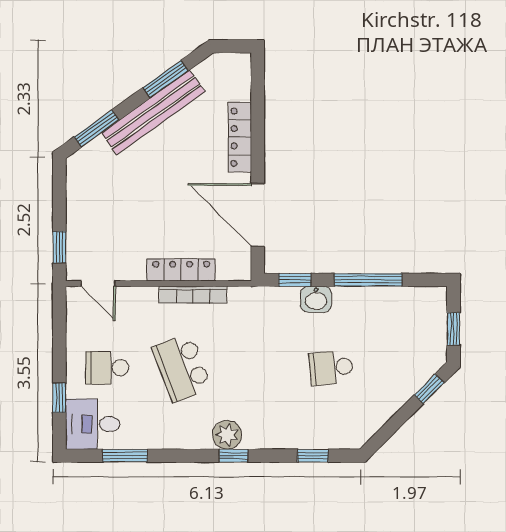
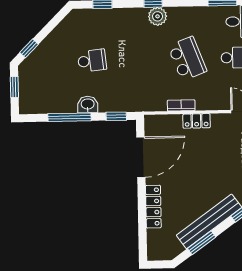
door: (258, 215) -> (141, 157), hinge flipped
locker: (181, 270) -> (197, 121), width x0.66
bookcase: (193, 295) -> (181, 105), width x0.64
washbasin: (316, 299) -> (88, 104), moved

